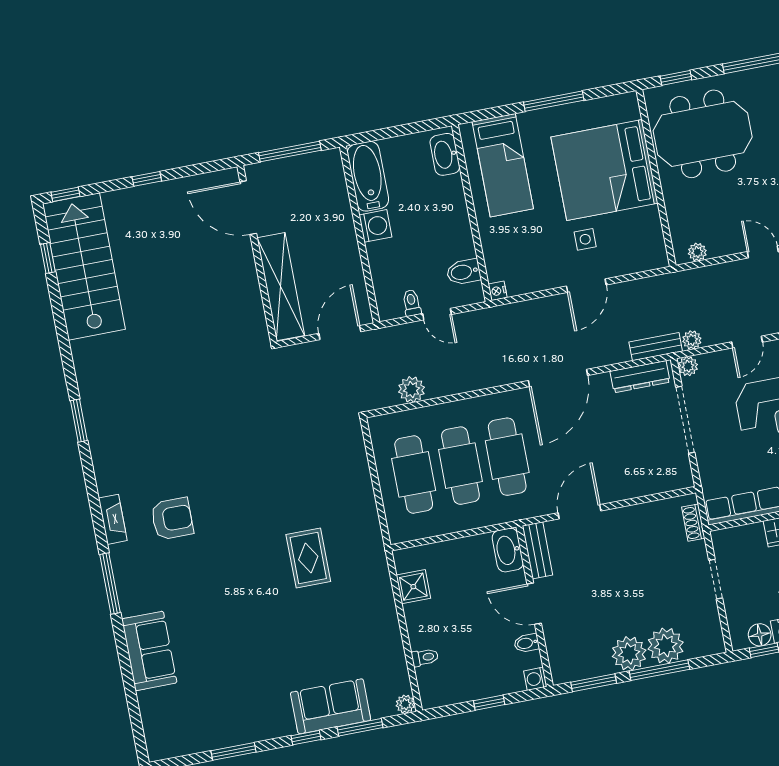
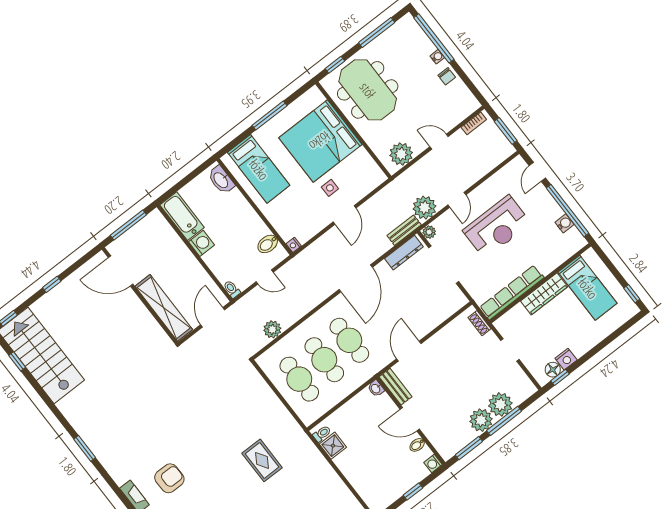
meeting table: (703, 134) -> (368, 90), turned 90
plant: (697, 252) -> (401, 154), width x1.87, depth x1.87
toilet: (412, 303) -> (232, 289), moved
plant: (692, 340) -> (424, 208), width x1.87, depth x1.87
washbasin: (508, 550) -> (376, 388), width x0.52, depth x0.69
toilet: (425, 657) -> (322, 434), moved

